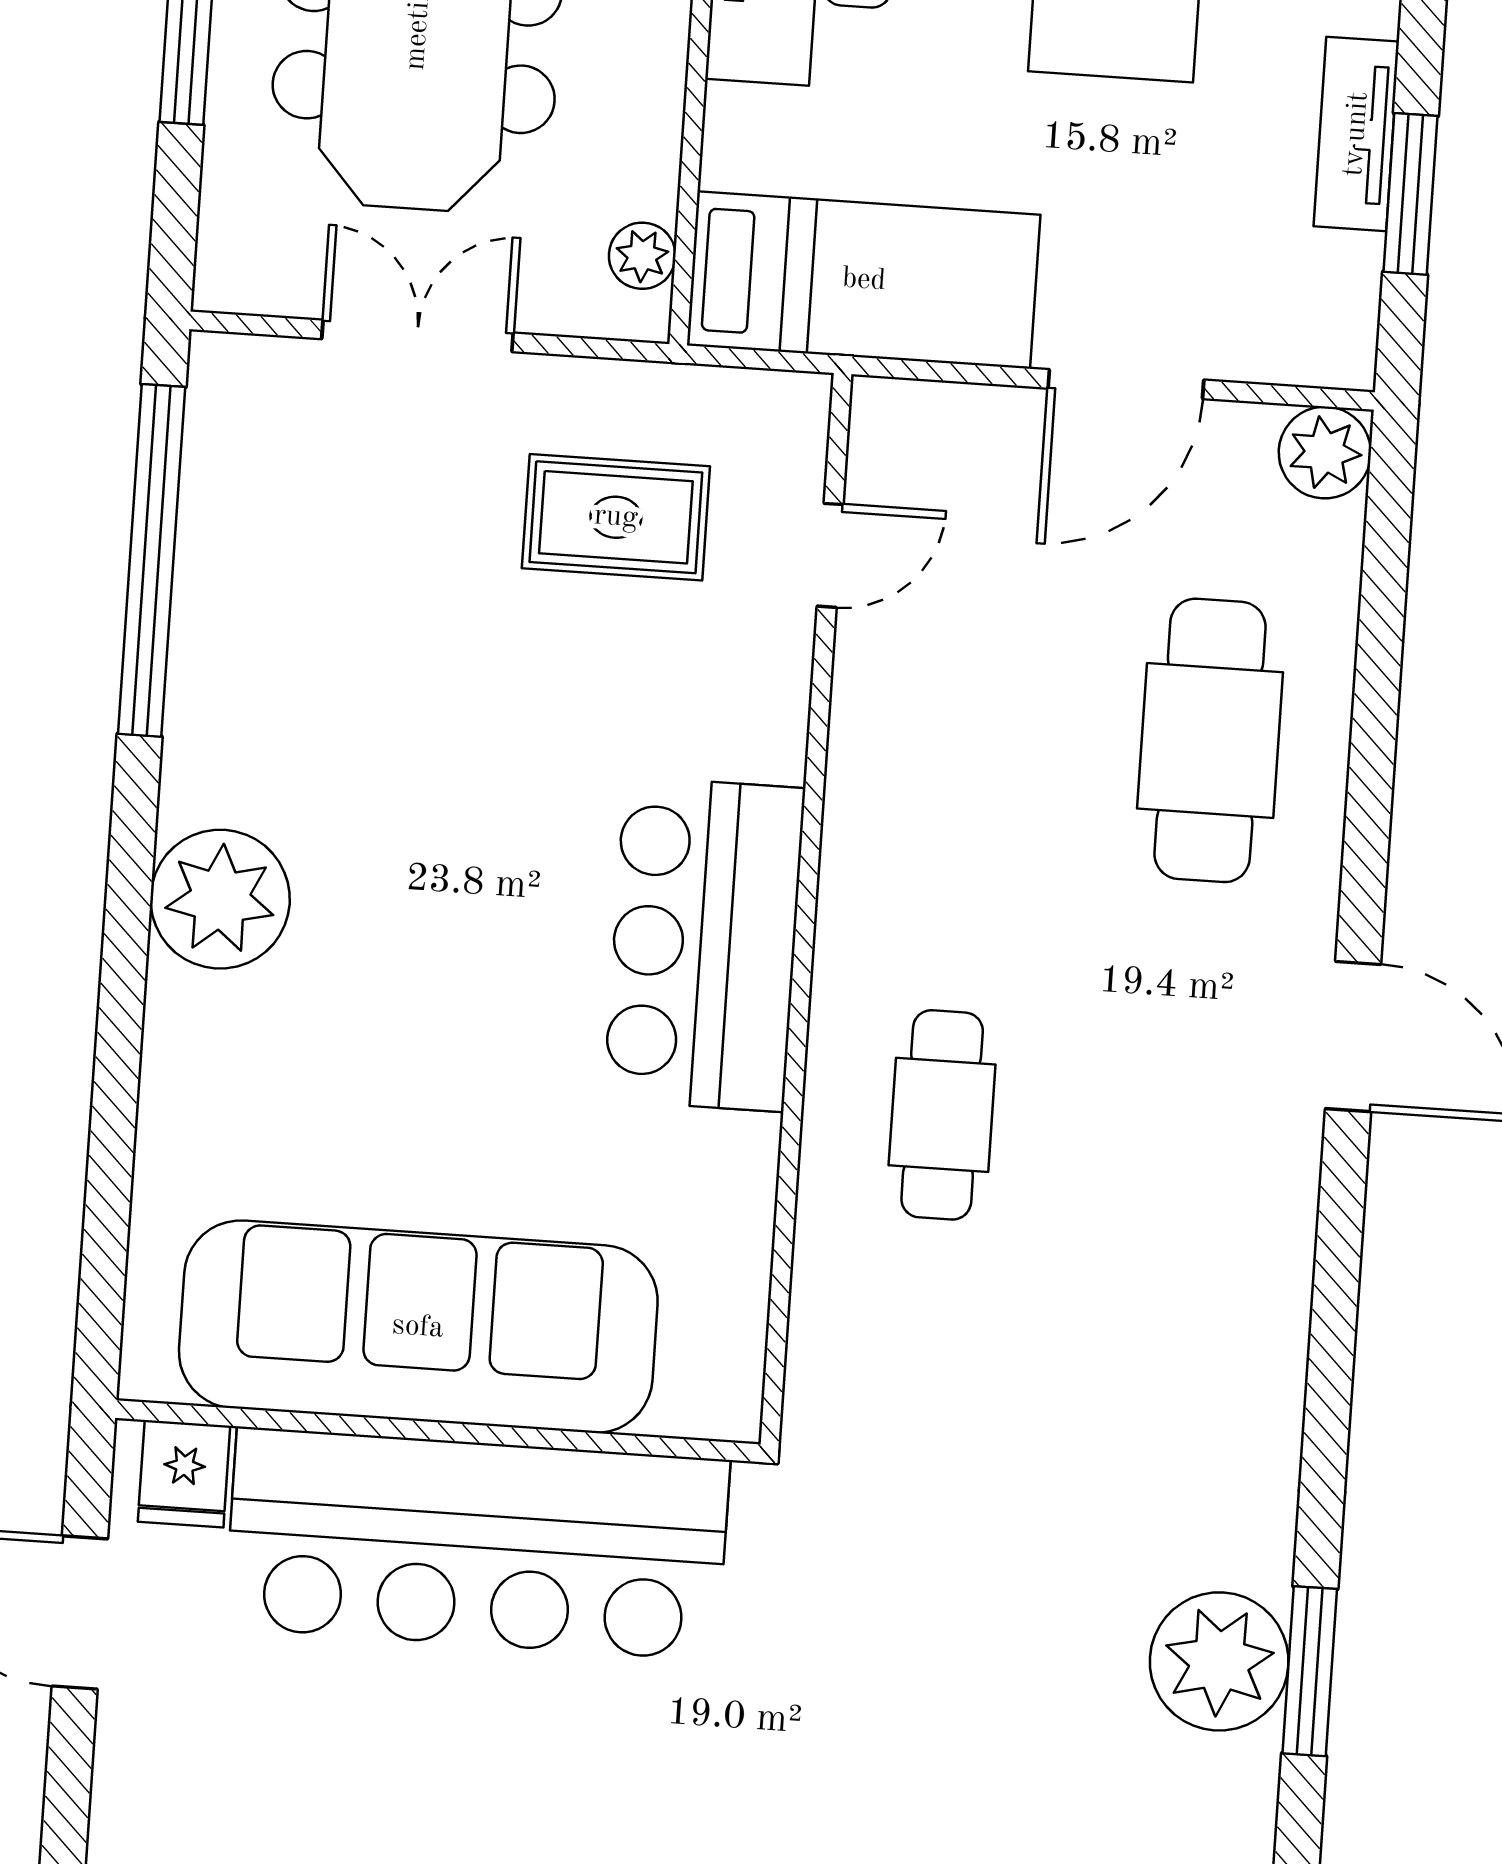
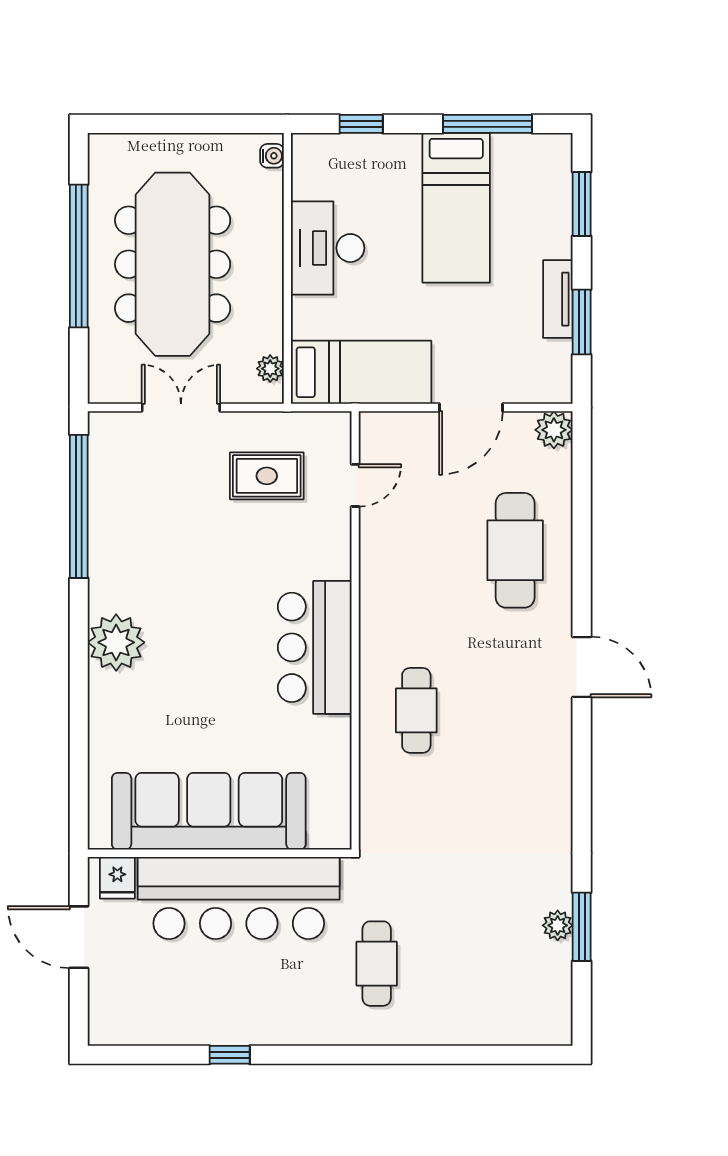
plant: (1219, 1661) -> (558, 925), width x0.53, depth x0.53
cafe table: (803, 1727) -> (377, 964), added

